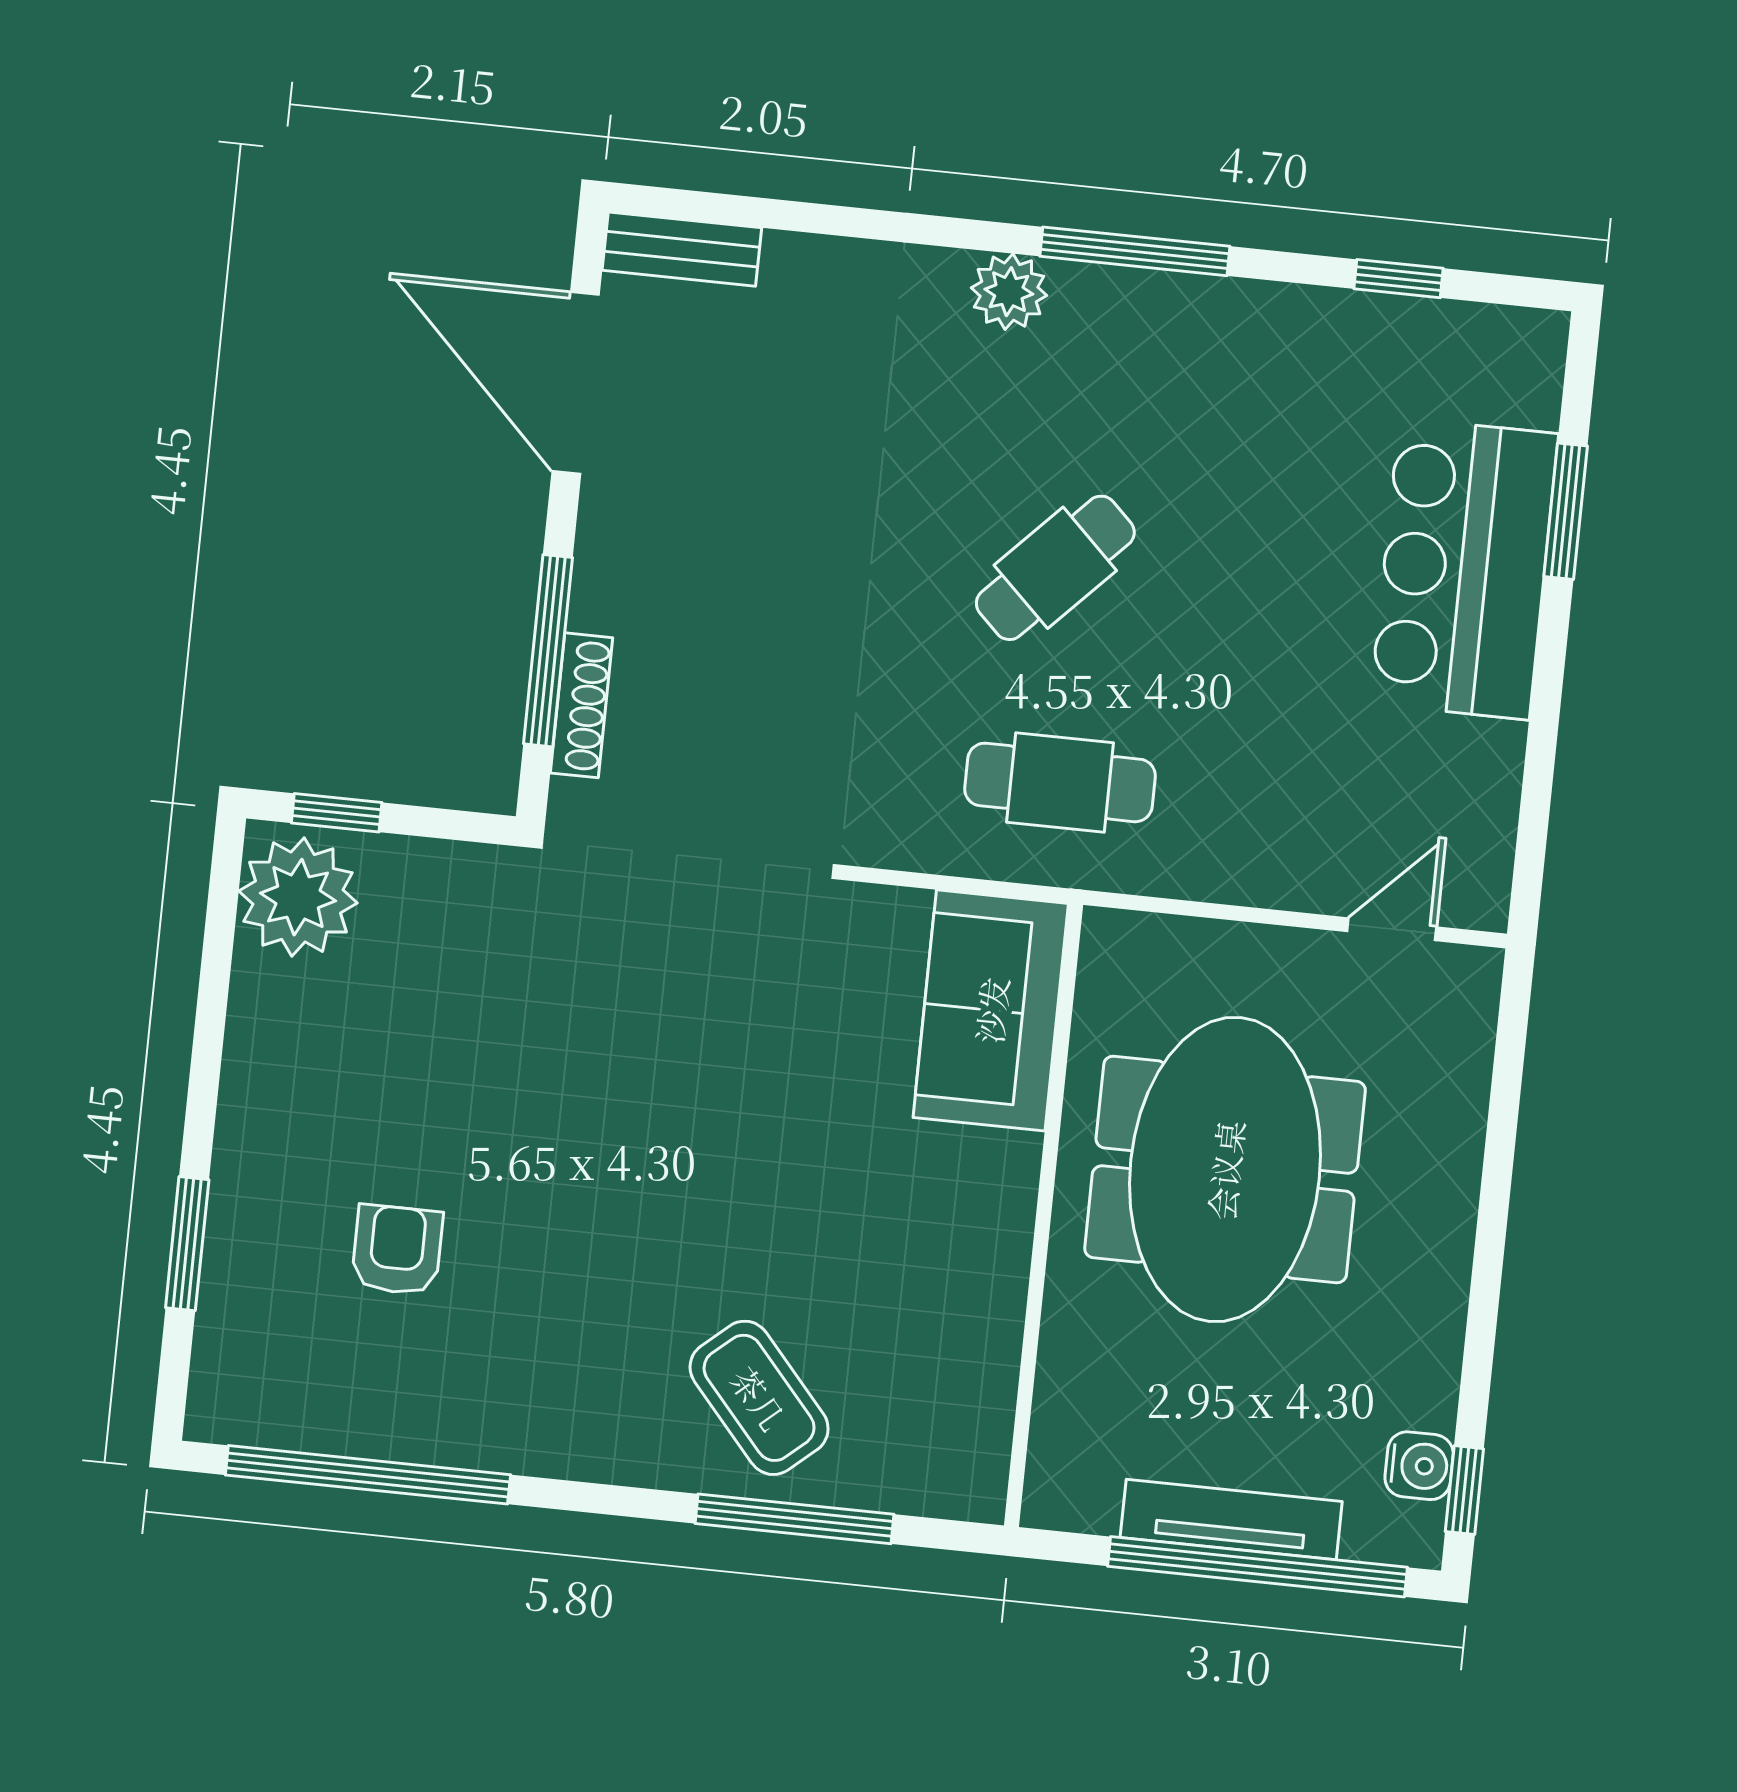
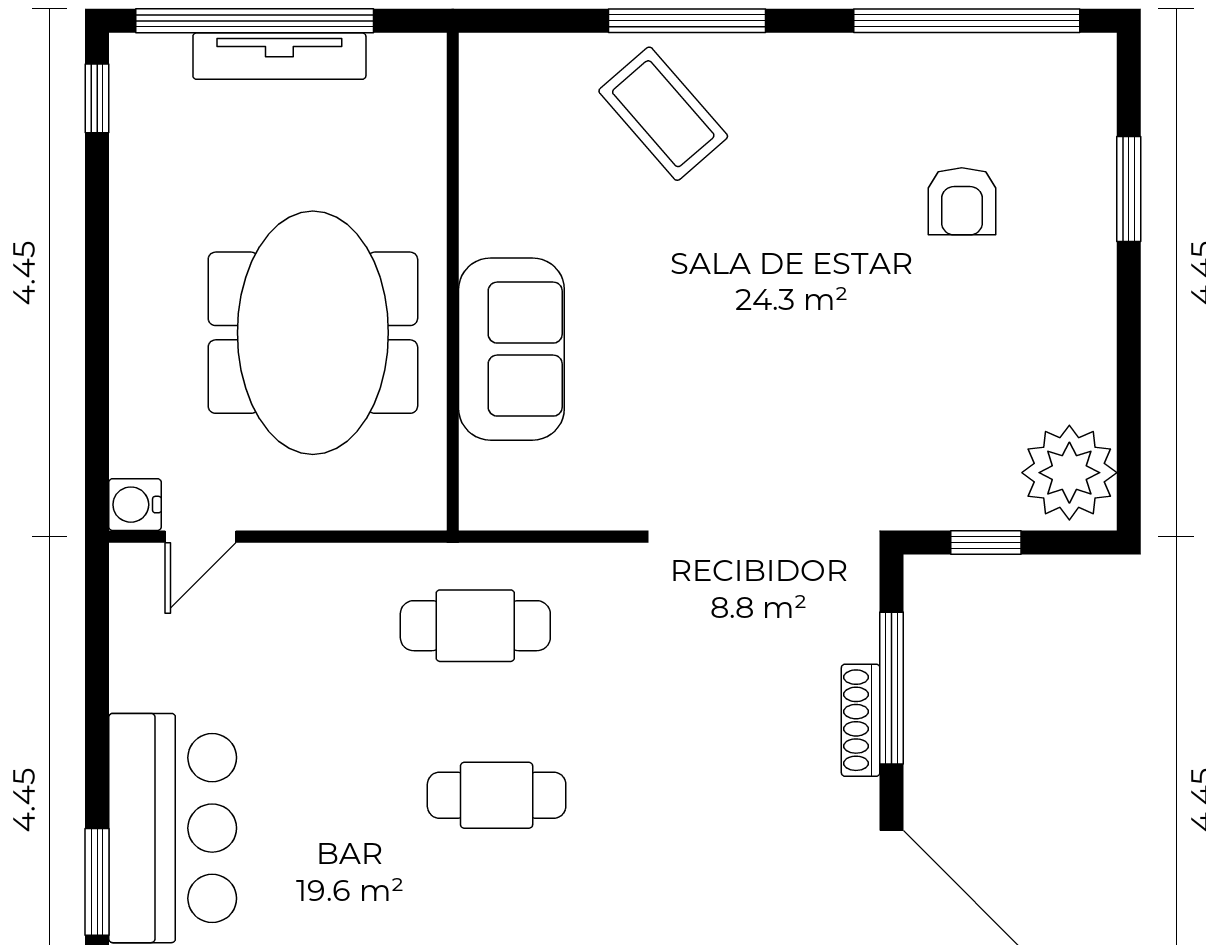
cafe table: (1055, 568) -> (497, 795), turned 46
shoe rack: (581, 705) -> (861, 720), moved
window: (337, 813) -> (986, 543), moved
sofa: (991, 1010) -> (511, 349), moved
water cooler: (1419, 1466) -> (135, 505), moved
window: (794, 1519) -> (687, 21), moved

